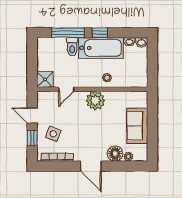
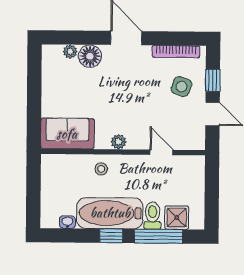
washbasin: (141, 42) -> (49, 221), removed
shower: (45, 80) -> (177, 218), moved
door: (66, 89) -> (161, 152), hinge flipped
plant: (95, 101) -> (119, 142), width x0.53, depth x0.53
sofa: (137, 126) -> (67, 134), moved, turned -90

